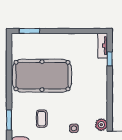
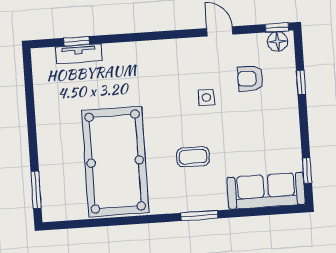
tv unit: (103, 46) -> (79, 54), moved
plant: (101, 125) -> (197, 48), removed

